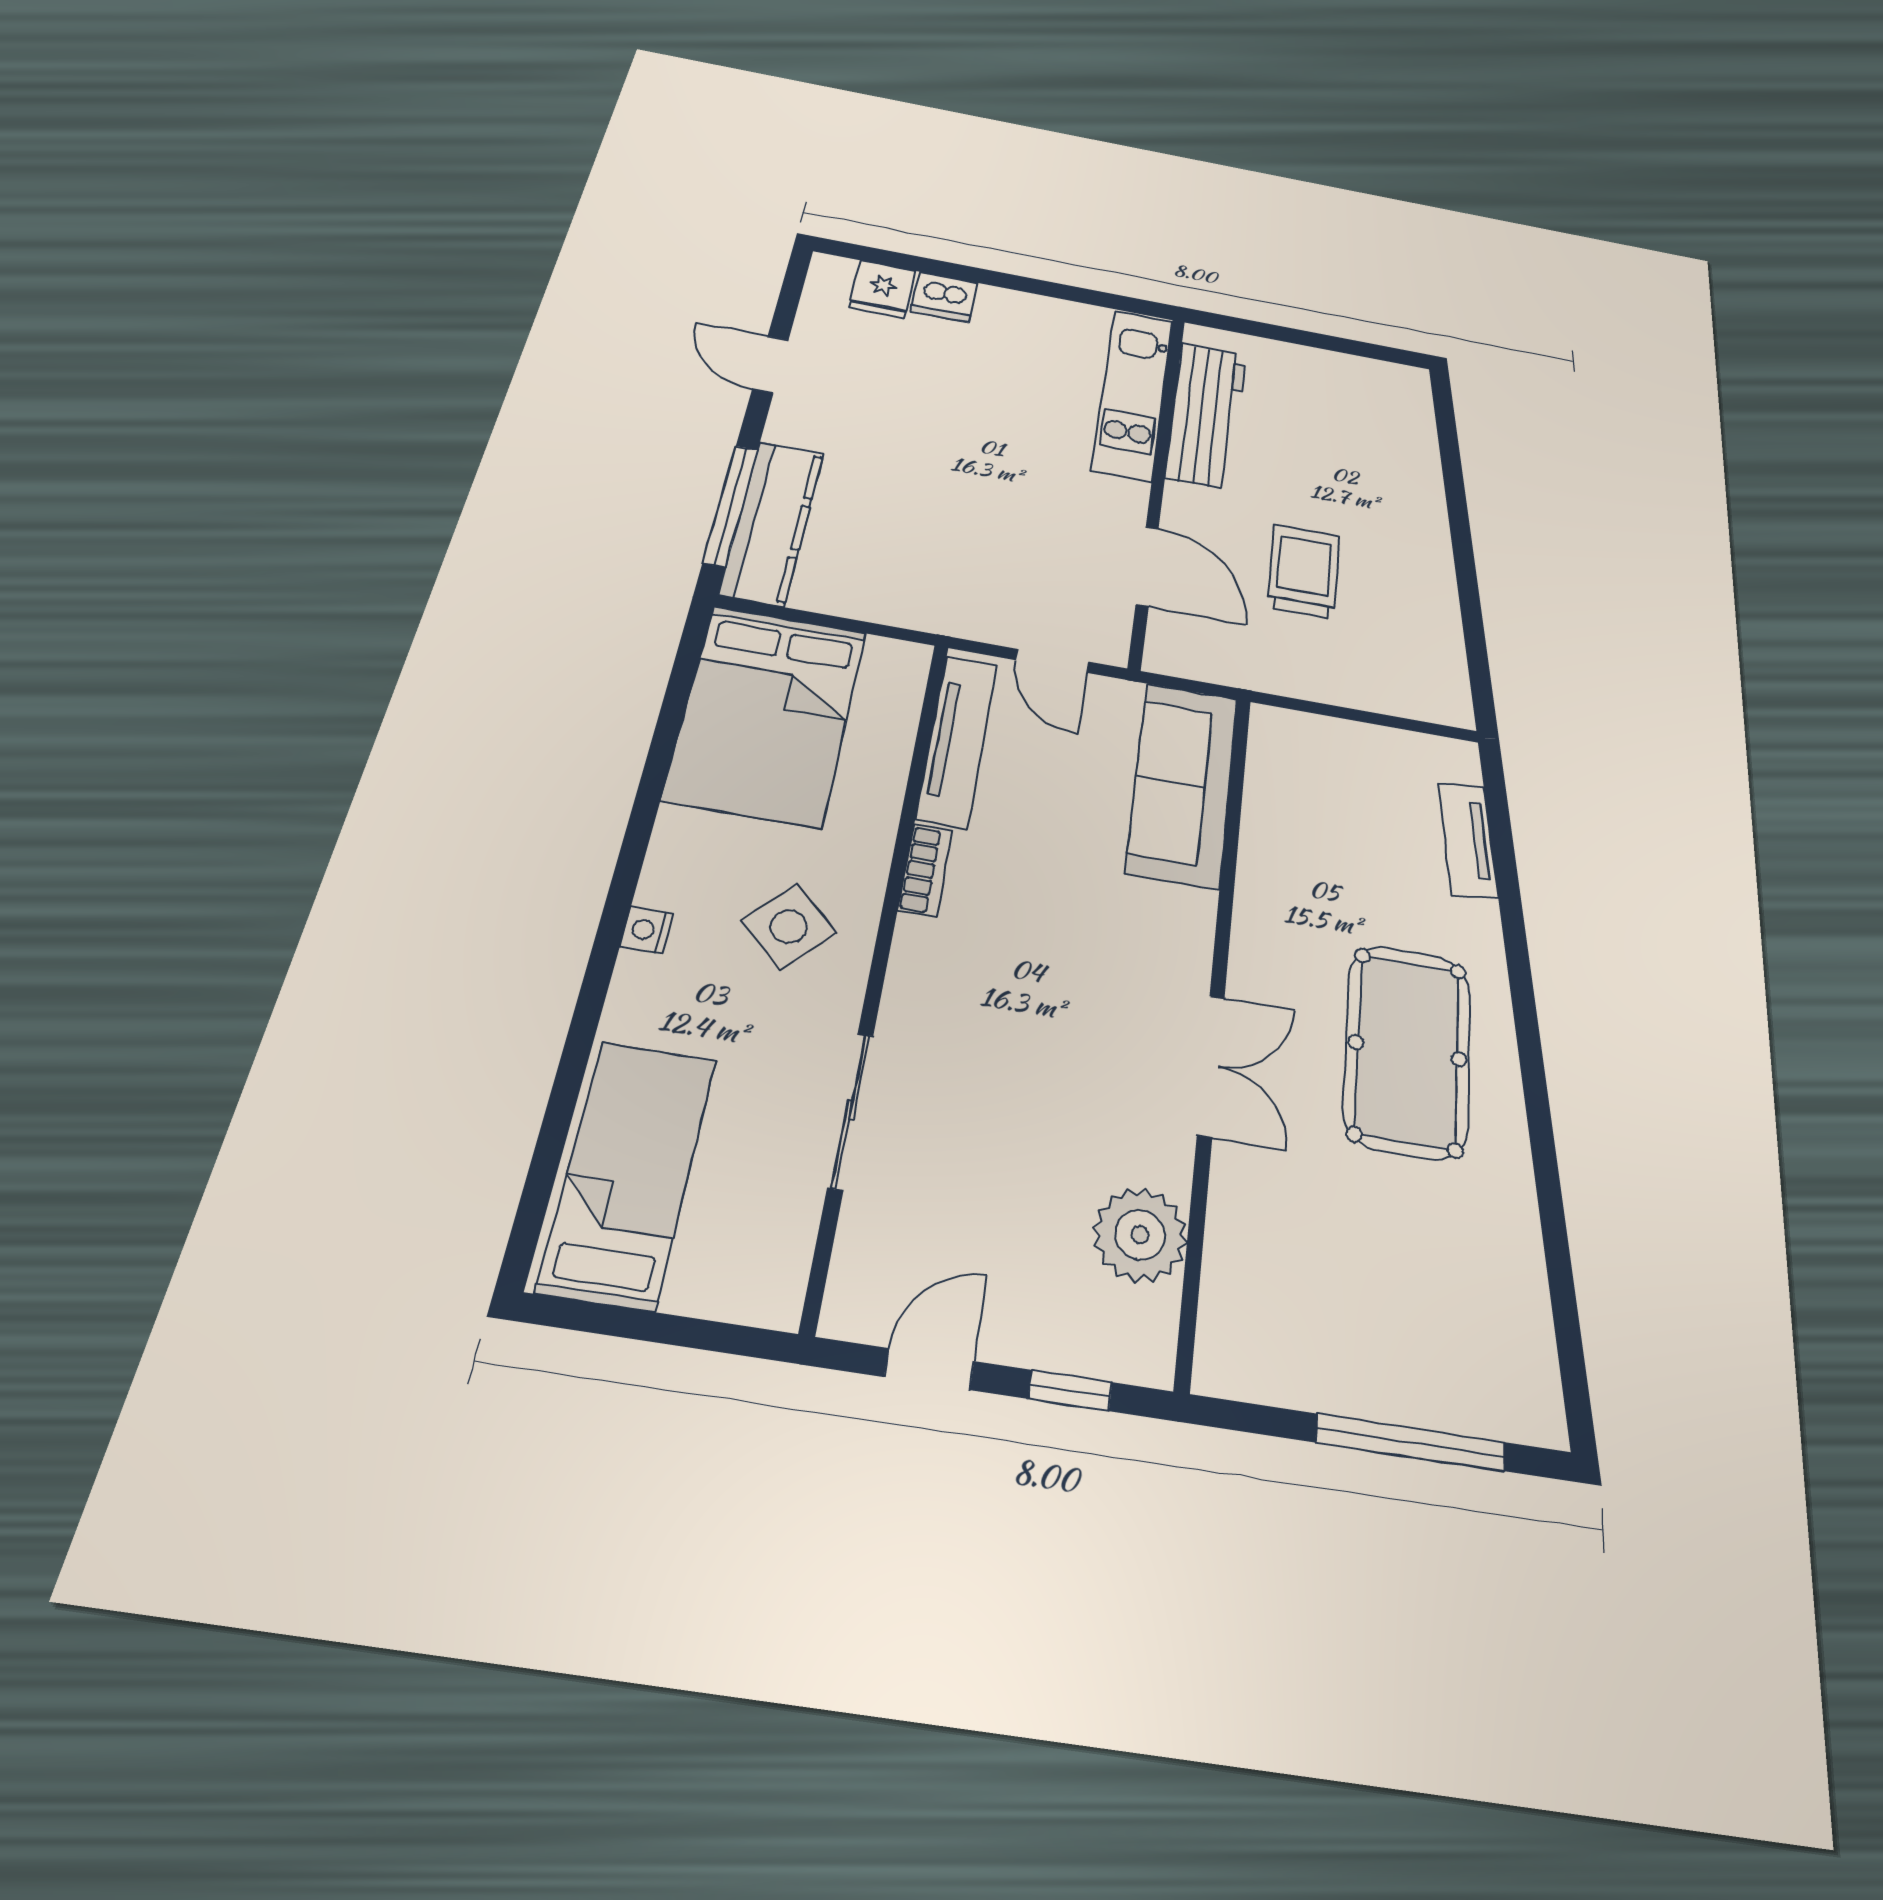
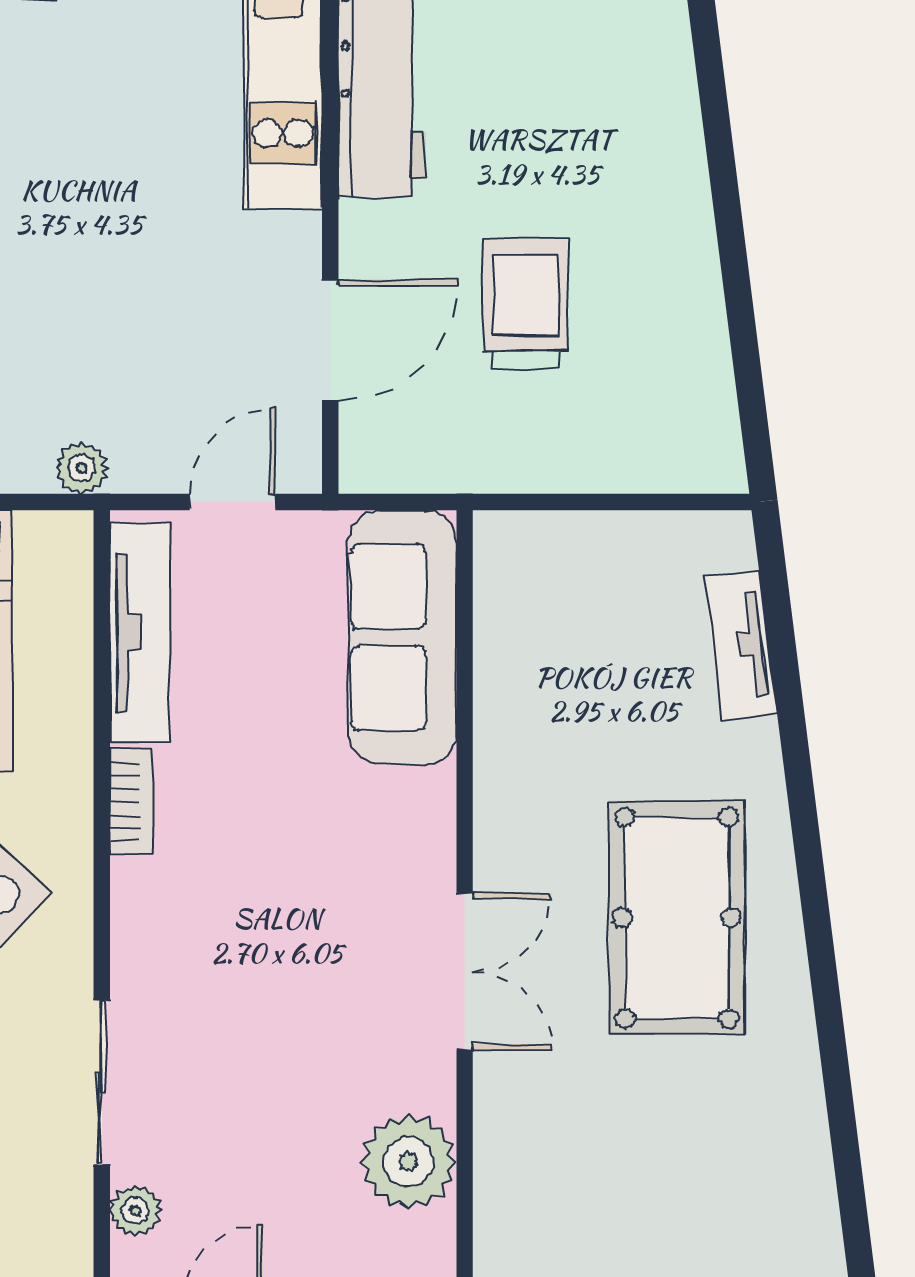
door: (1147, 566) -> (330, 340), hinge flipped
plant: (930, 615) -> (82, 468), added
door: (1052, 661) -> (233, 502), swing flipped
plant: (860, 1241) -> (135, 1211), added

